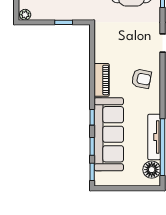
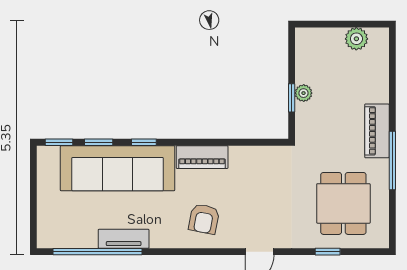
plant: (25, 15) -> (304, 93), moved
tv unit: (154, 137) -> (124, 239), width x0.71
floor lamp: (152, 170) -> (62, 235), removed

